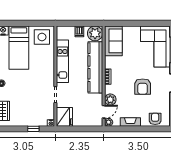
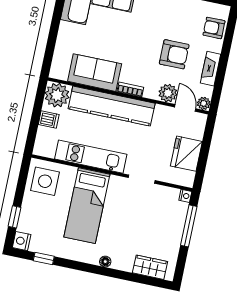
window: (17, 23) -> (15, 217), added
sofa: (113, 41) -> (95, 73), moved
bed: (19, 48) -> (87, 206), moved, turned 90
armchair: (143, 87) -> (174, 54), moved
fridge: (64, 117) -> (186, 154), moved, turned -90
window: (33, 129) -> (189, 226), width x2.17

